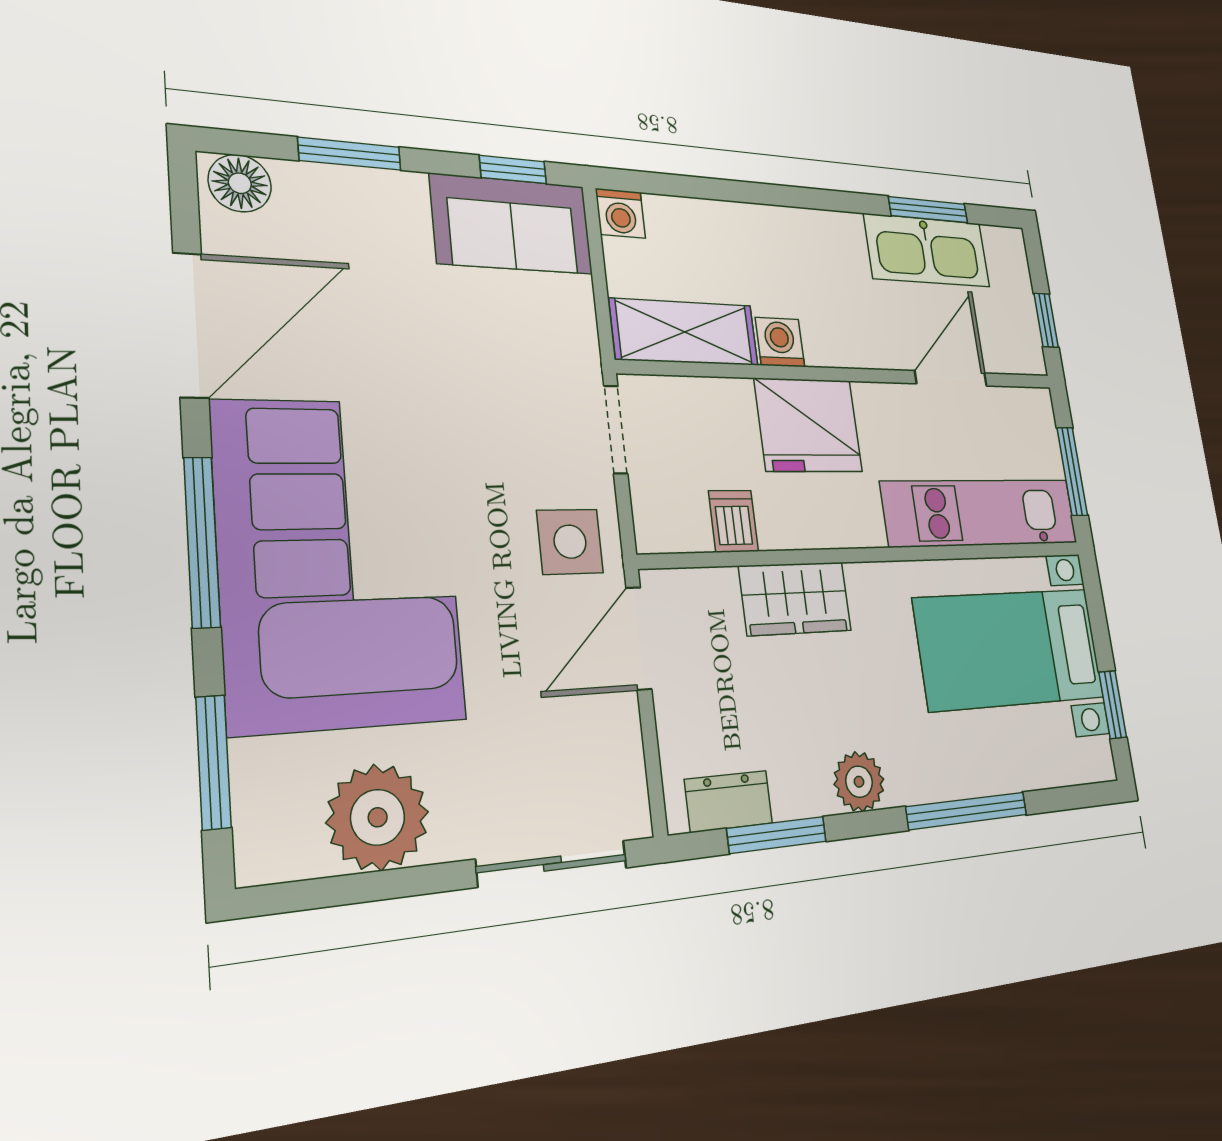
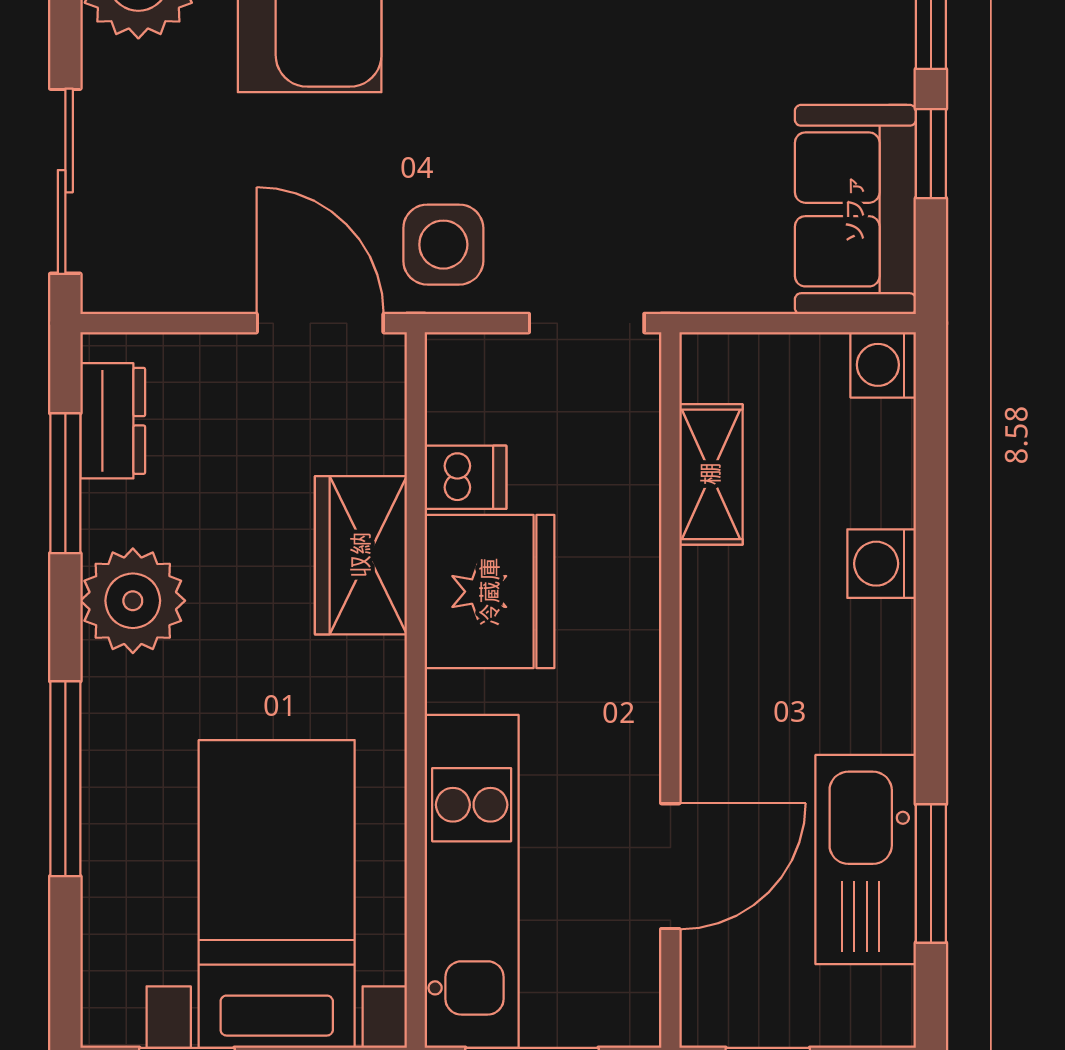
window: (513, 170) -> (931, 154), moved
shelving: (685, 332) -> (711, 474), width x0.67, depth x0.75
washing machine: (780, 342) -> (882, 564), moved, turned 180
door: (951, 378) -> (670, 866), hinge flipped
fridge: (808, 425) -> (490, 592), moved, turned 180
plant: (859, 782) -> (133, 601), width x1.36, depth x1.36

